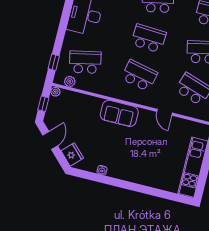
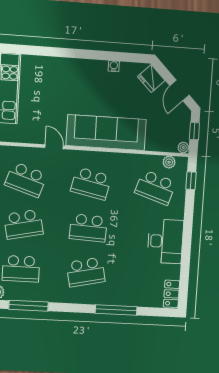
school desk: (85, 62) -> (155, 187), turned 30
sofa: (119, 113) -> (106, 133), width x1.85, depth x1.27

